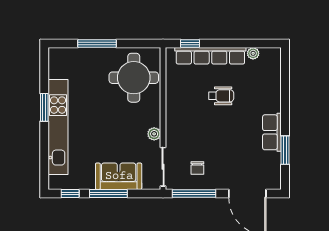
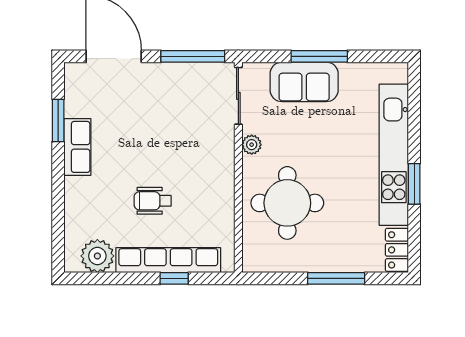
window: (190, 43) -> (174, 278), moved
plant: (253, 53) -> (97, 256), width x1.88, depth x1.88
locker: (56, 63) -> (397, 250), added
round table: (134, 78) -> (287, 203), moved
chair: (197, 168) -> (188, 94), removed
window: (70, 193) -> (376, 56), removed

